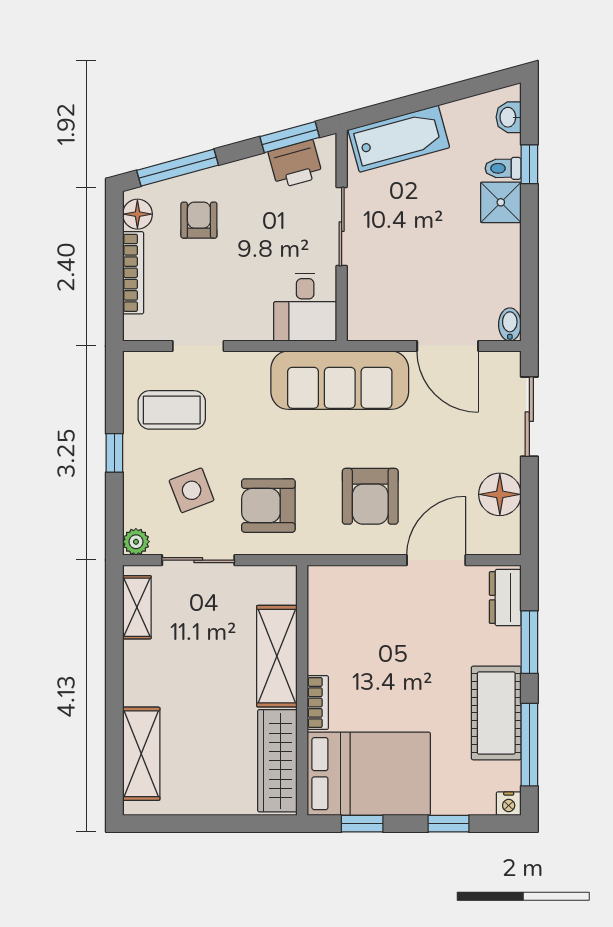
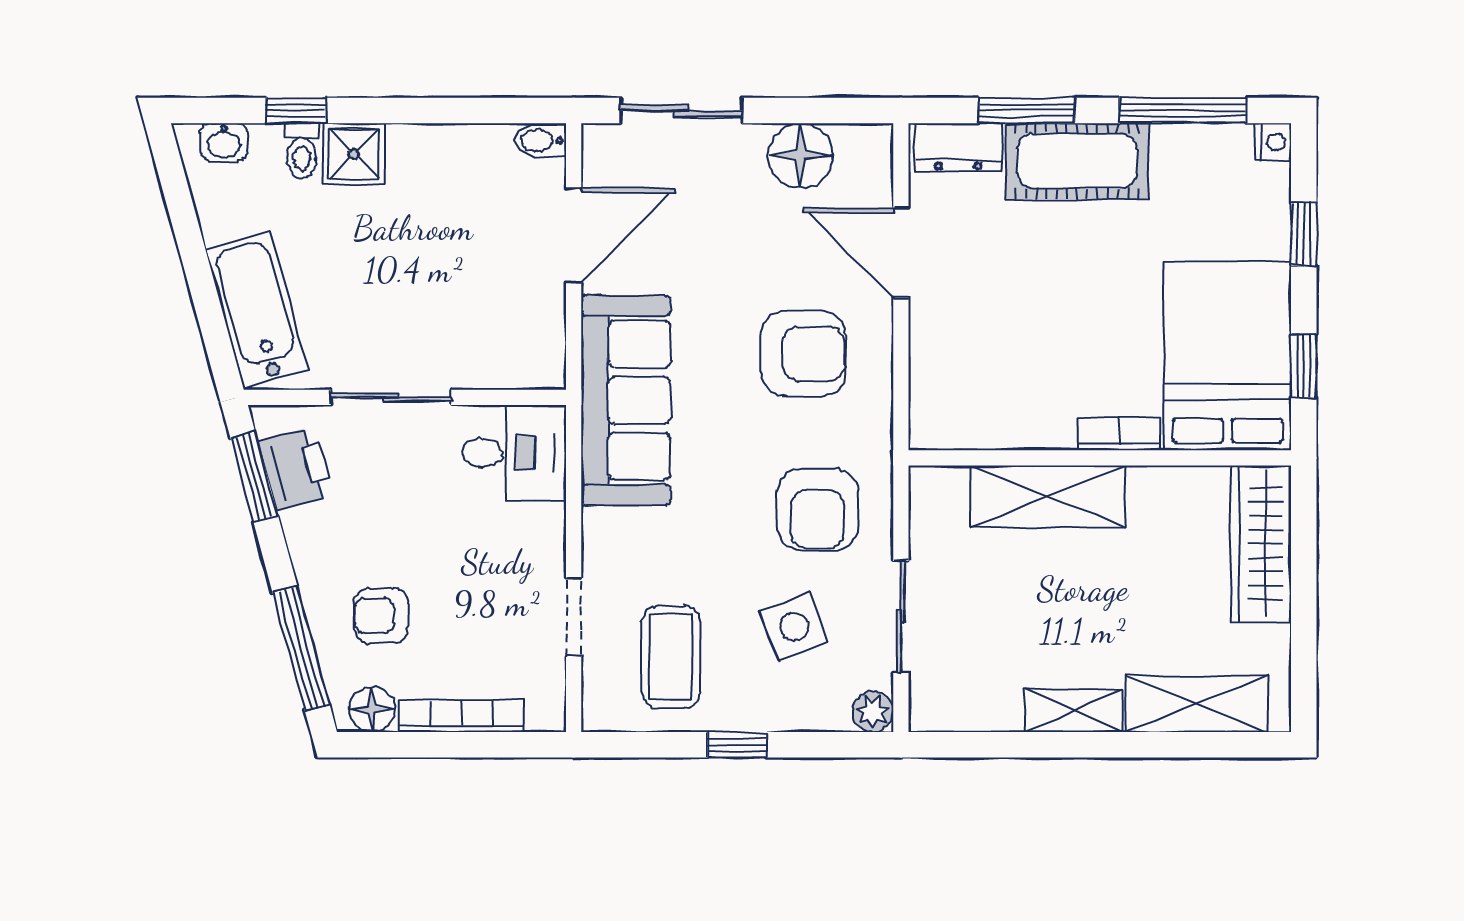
shelving: (137, 607) -> (1073, 710), moved
cot: (496, 713) -> (1077, 161), moved
wardrobe: (277, 761) -> (1261, 544), moved, turned 90

